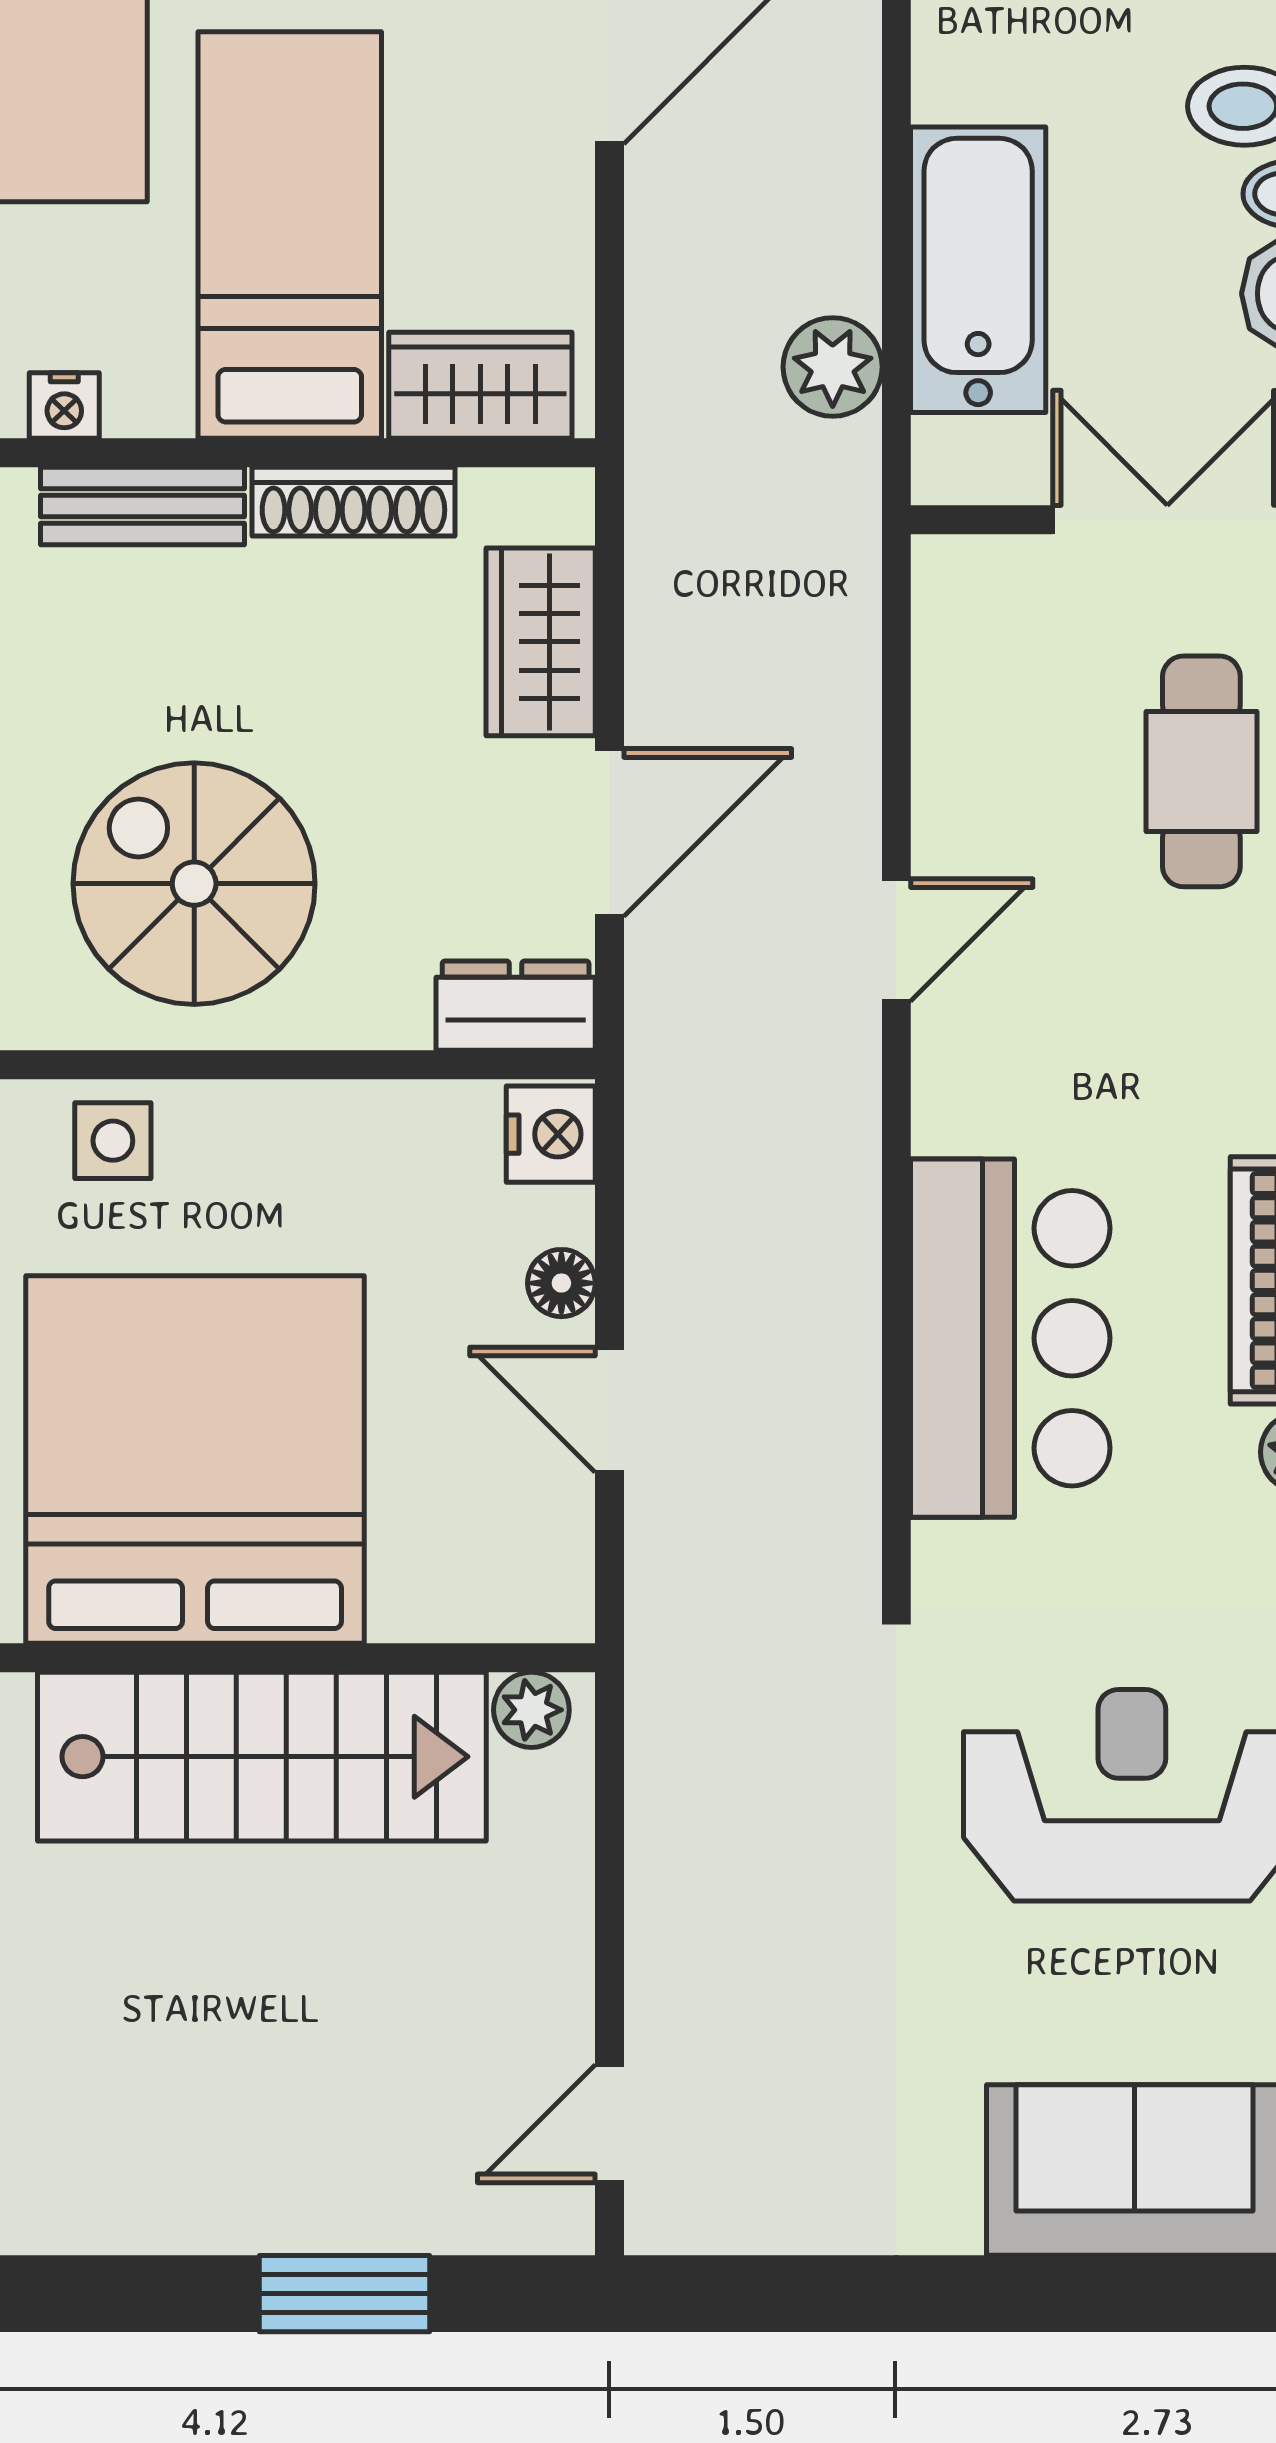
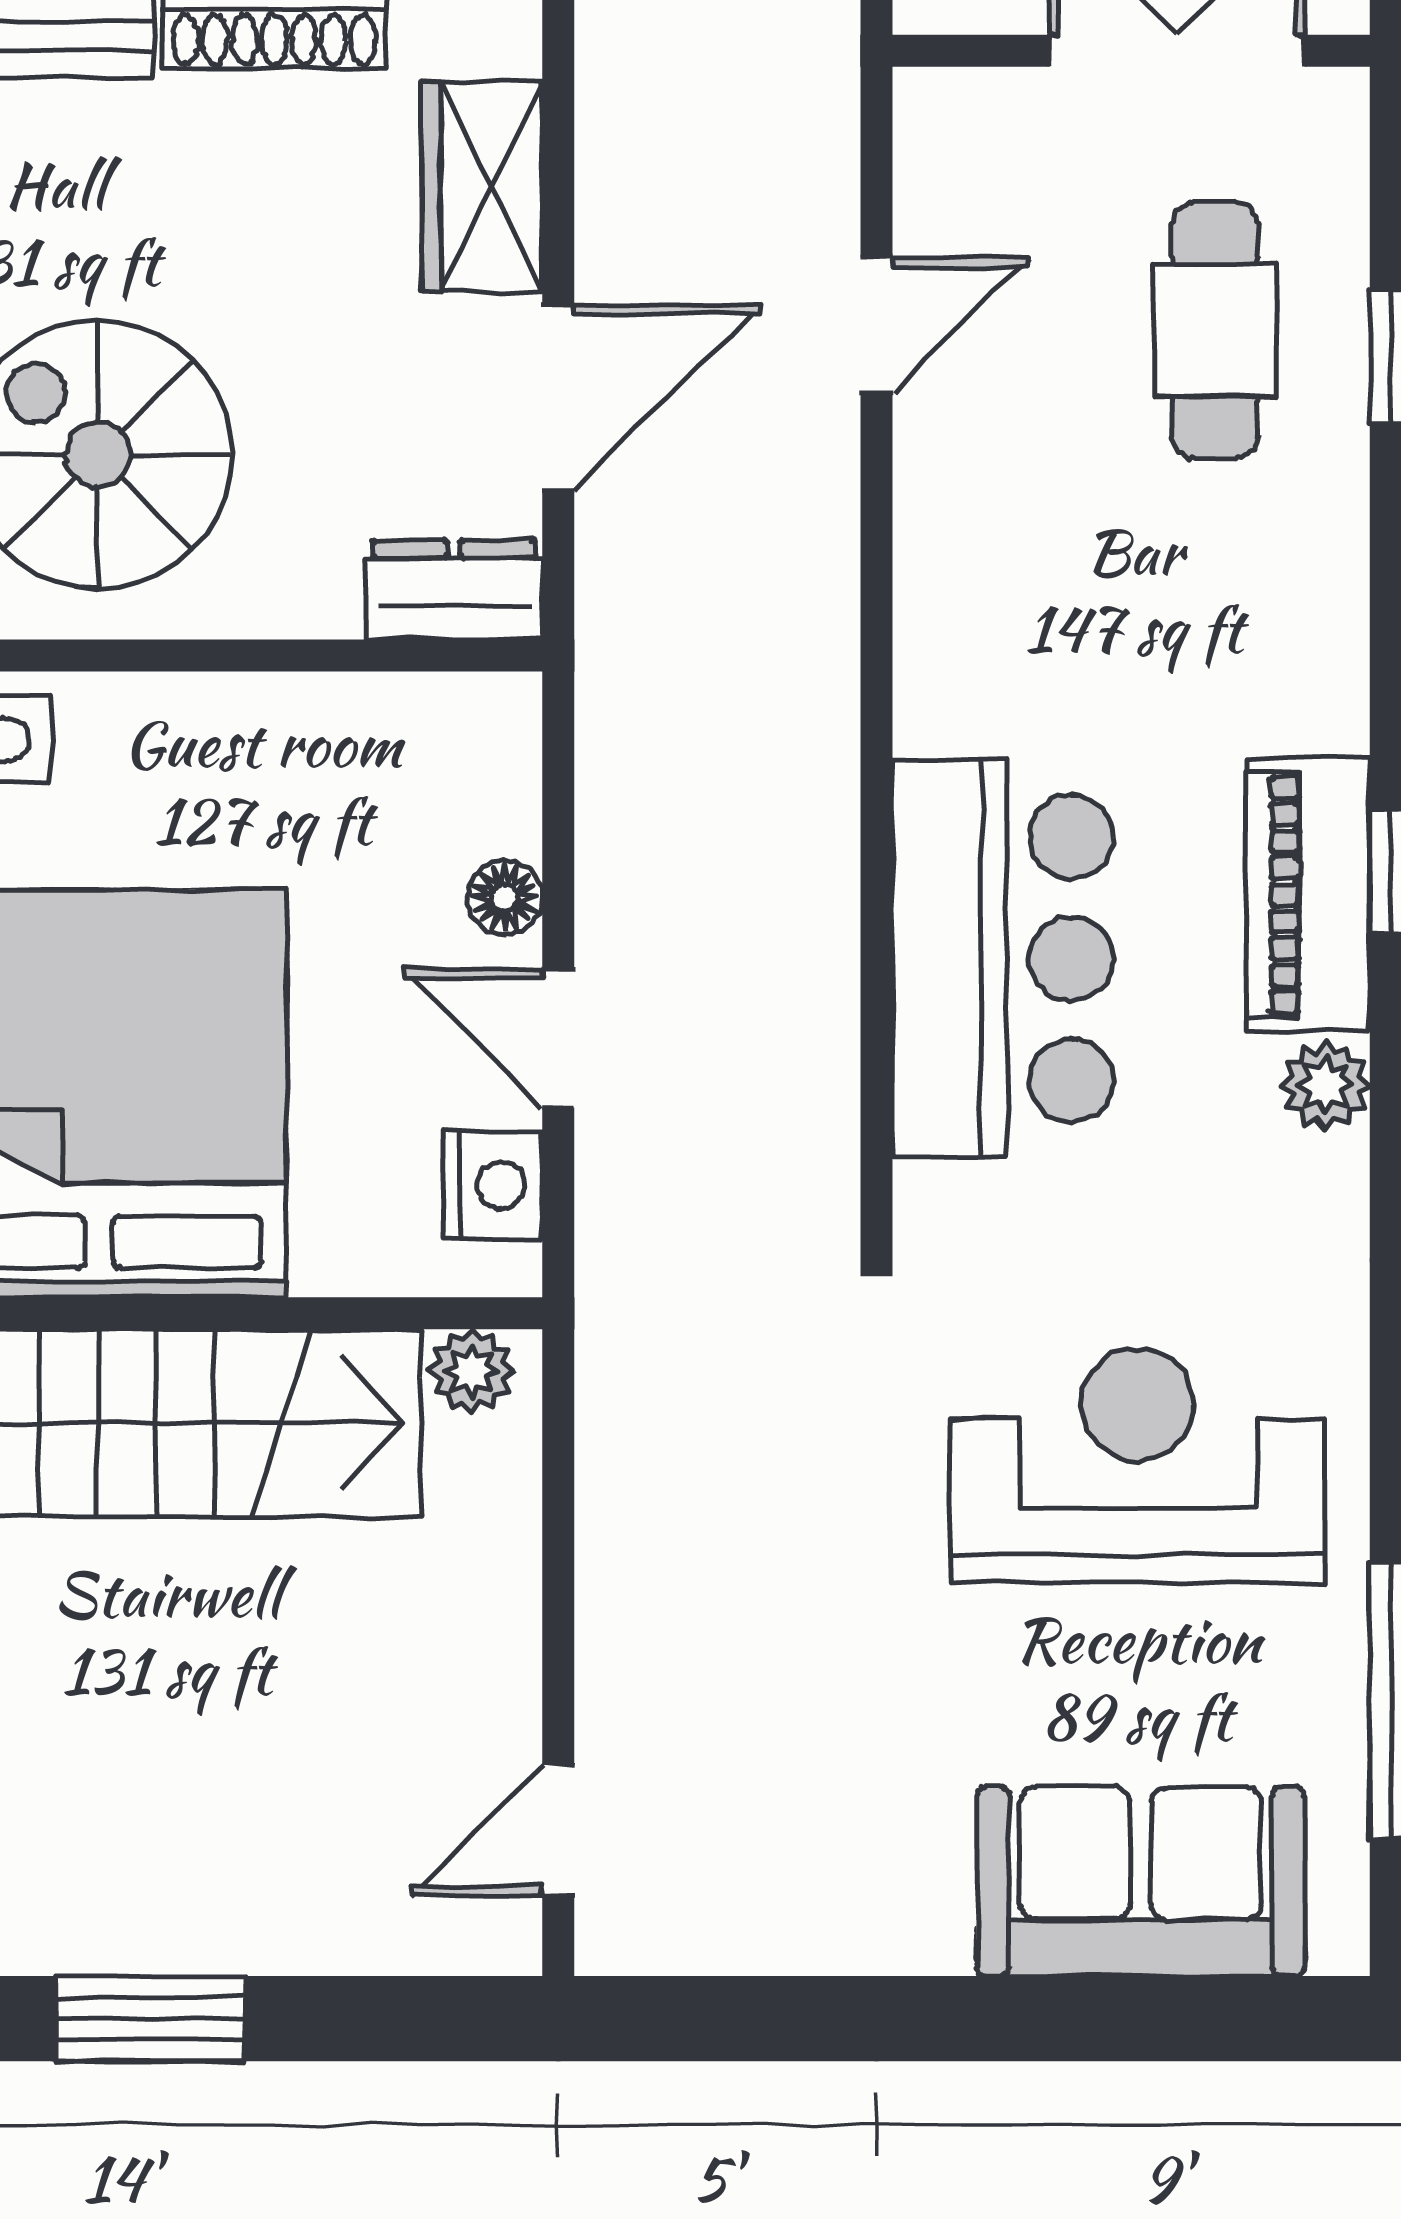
door: (896, 940) -> (877, 325), moved
nightstand: (551, 1134) -> (493, 1185), moved
window: (345, 2294) -> (151, 2019), moved

